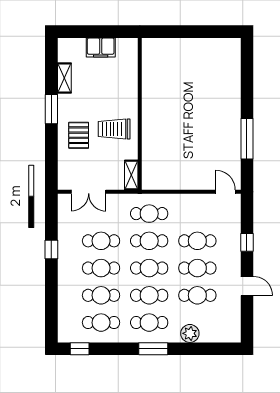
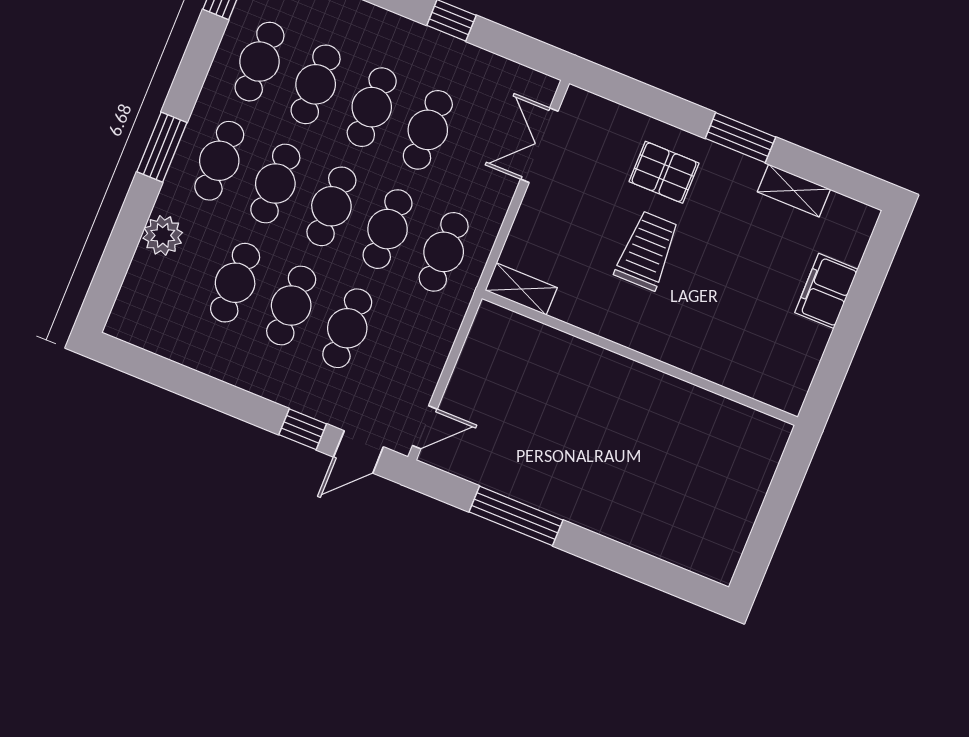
wall: (140, 114) -> (640, 358), moved
shelving: (131, 175) -> (521, 289), moved
door: (247, 286) -> (358, 452), moved

